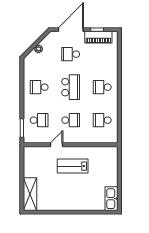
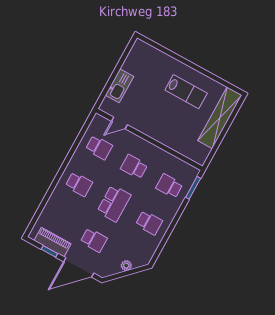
school desk: (71, 87) -> (114, 203), turned 180
door: (57, 145) -> (119, 123), moved
lab bench: (73, 166) -> (186, 92), moved
shelving: (30, 194) -> (220, 118), width x1.47
kitchen sink: (112, 199) -> (119, 86), moved

